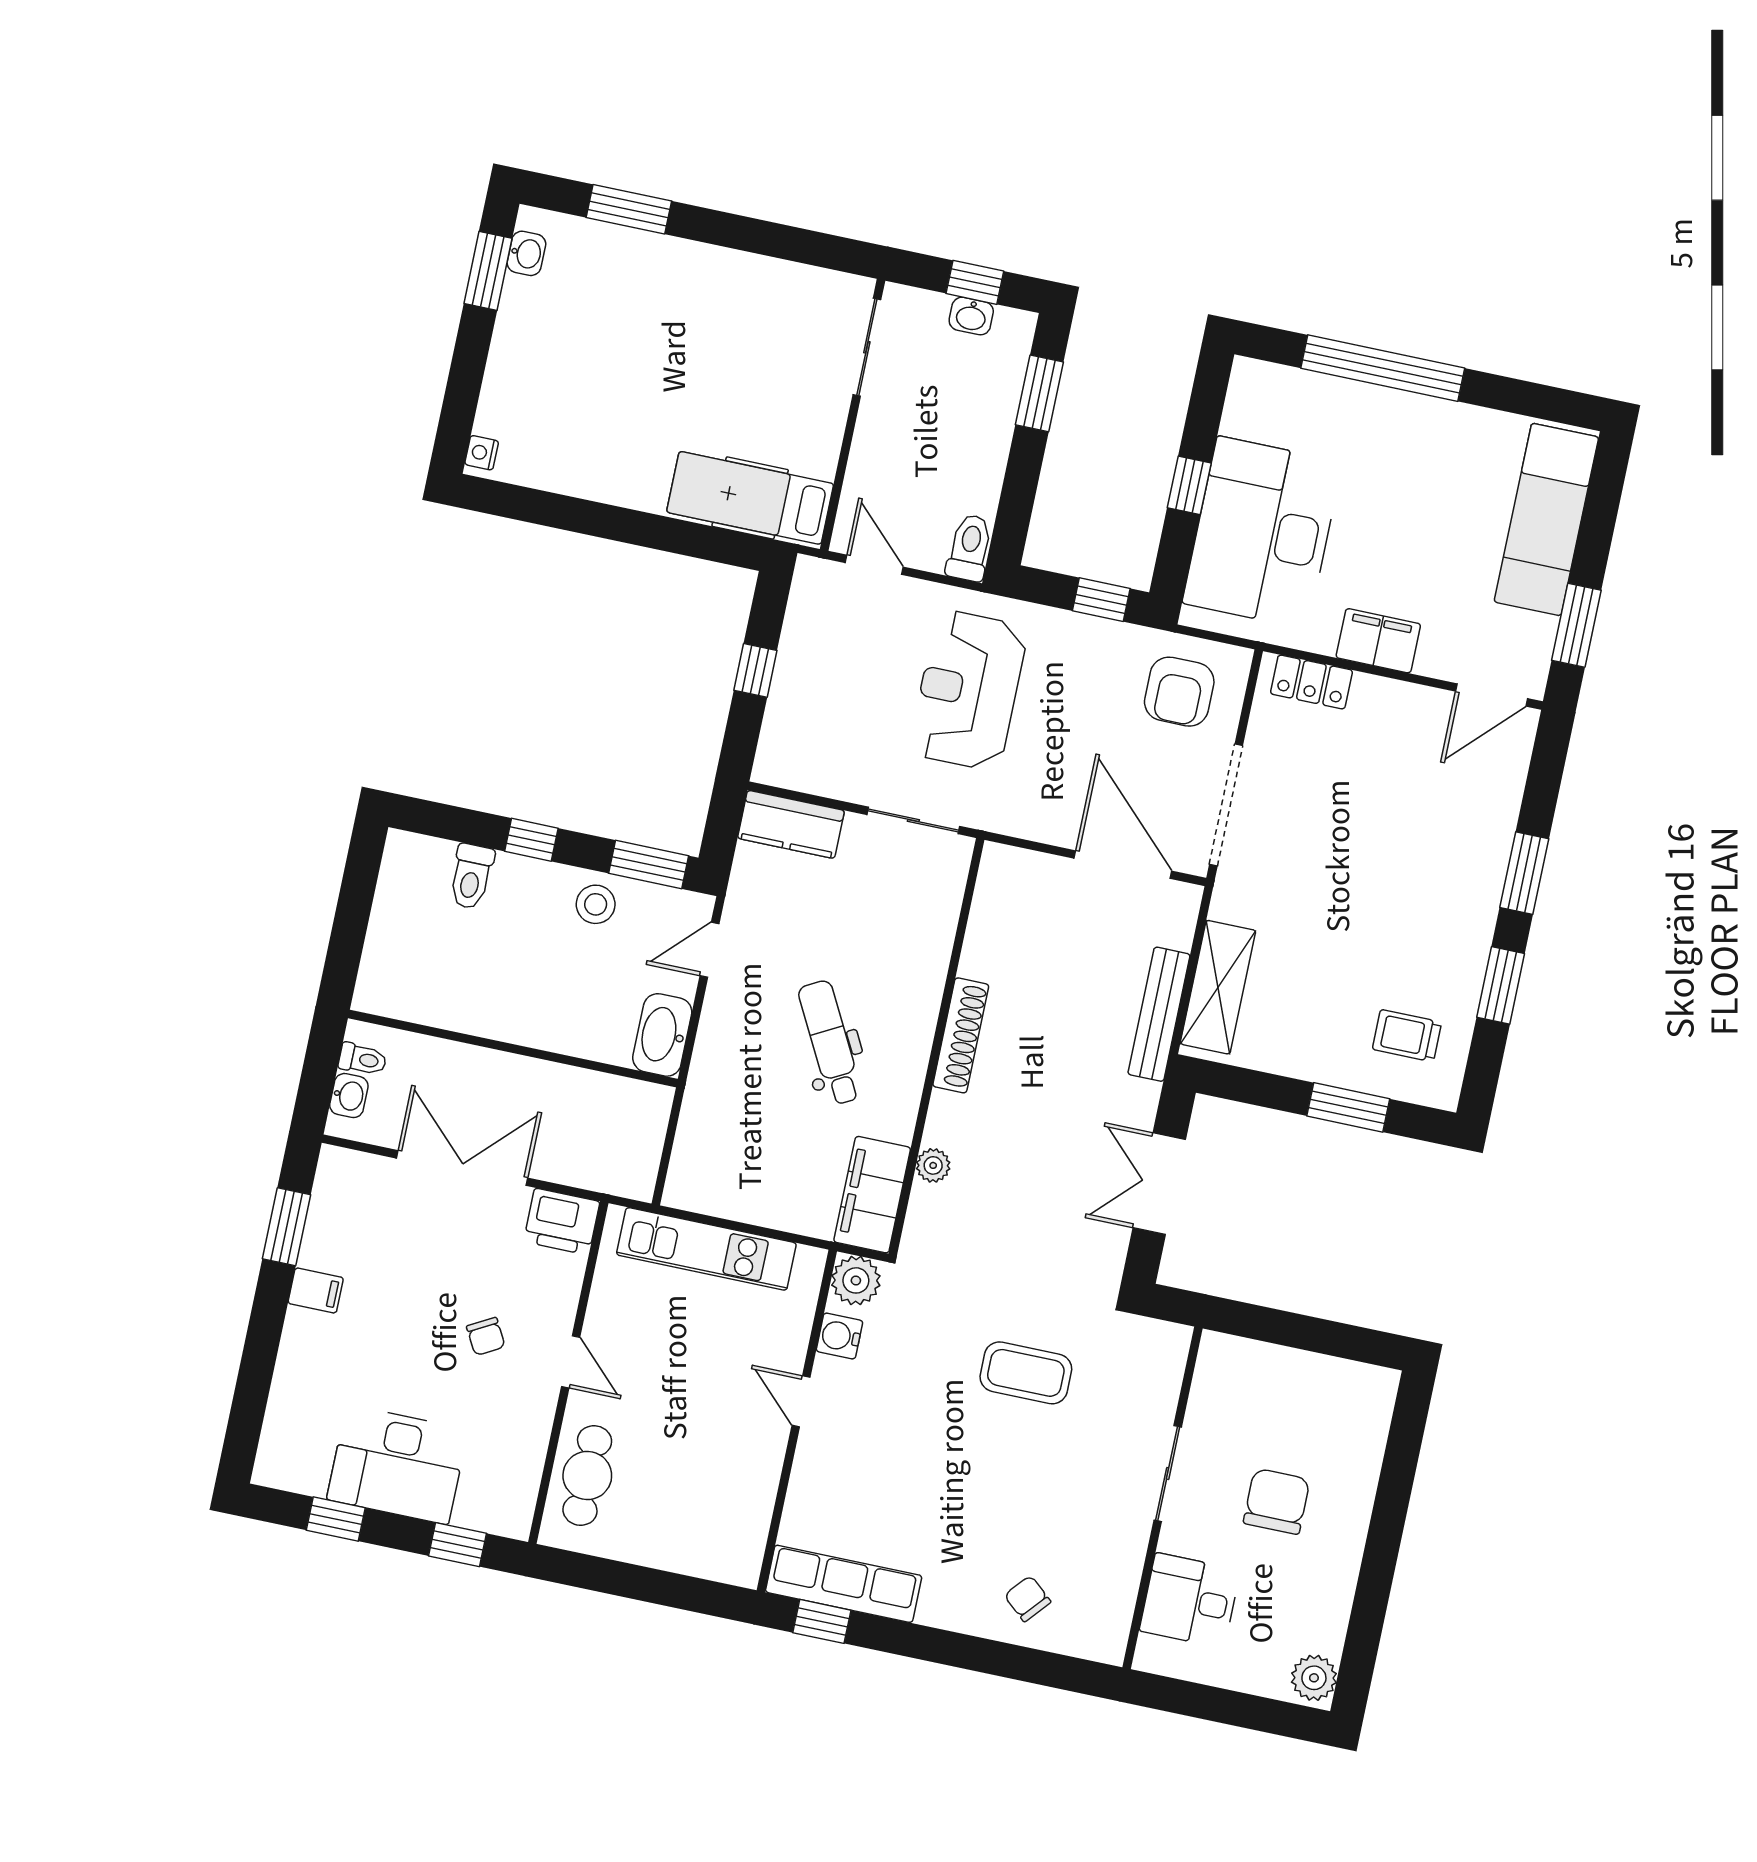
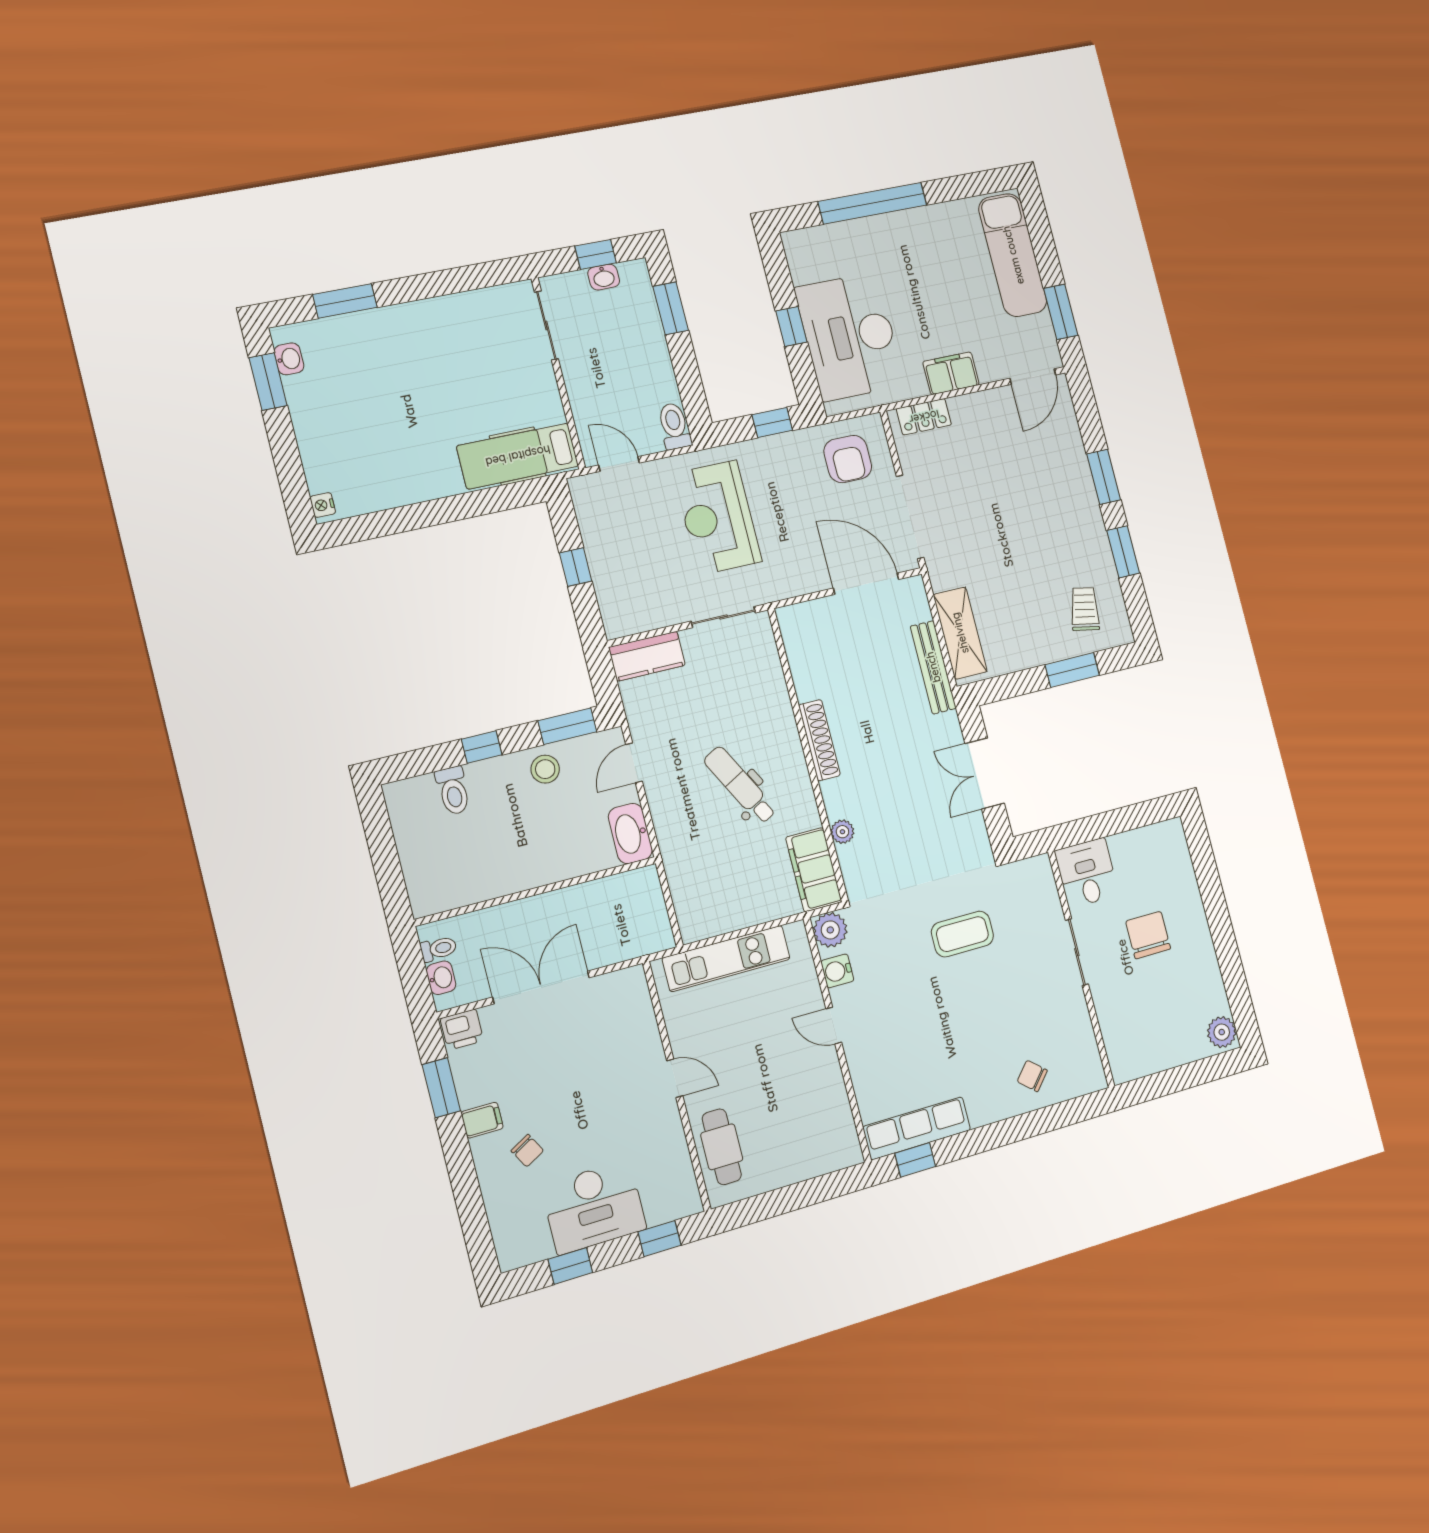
trolley: (1407, 1036) -> (1085, 609), turned 101
printer: (562, 1222) -> (462, 1030), moved, width x0.73, depth x0.81
chair: (486, 1336) -> (527, 1151), moved
desk: (1190, 1600) -> (1087, 873), moved, turned 90

